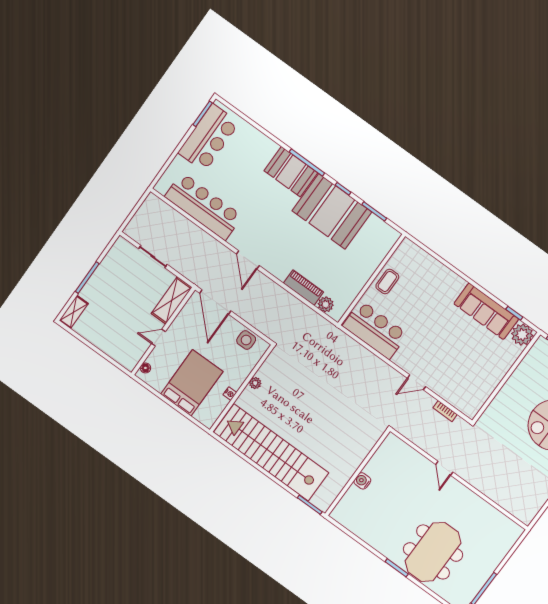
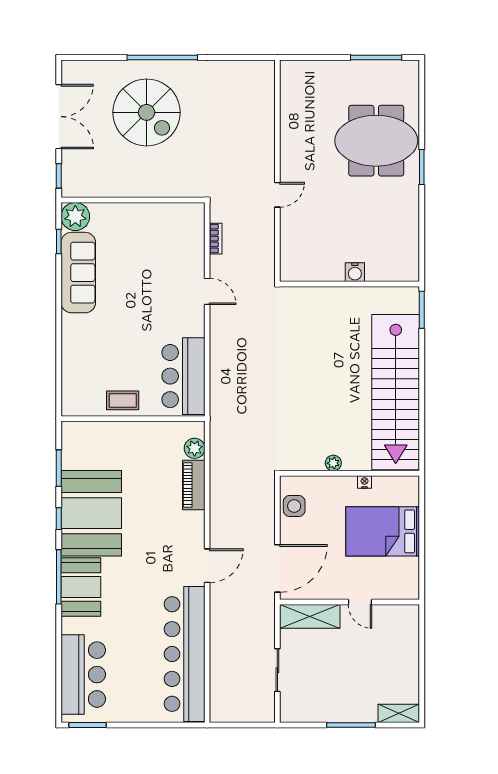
bar counter: (209, 138) -> (83, 675), moved, turned 90
bar counter: (204, 206) -> (185, 654), width x1.36
floor lamp: (145, 368) -> (403, 593), removed

